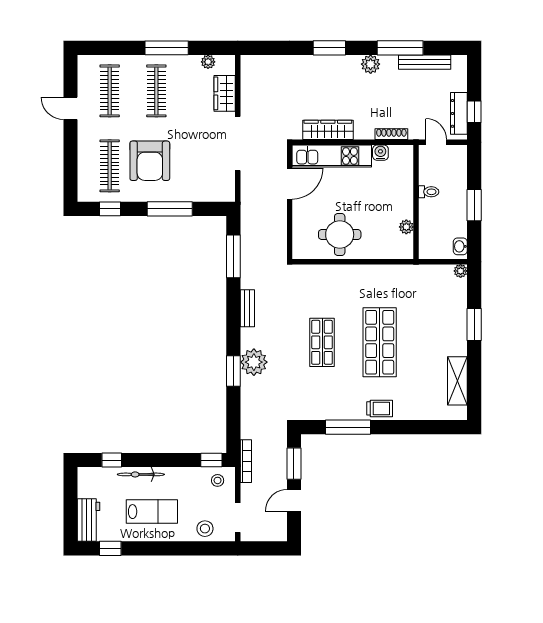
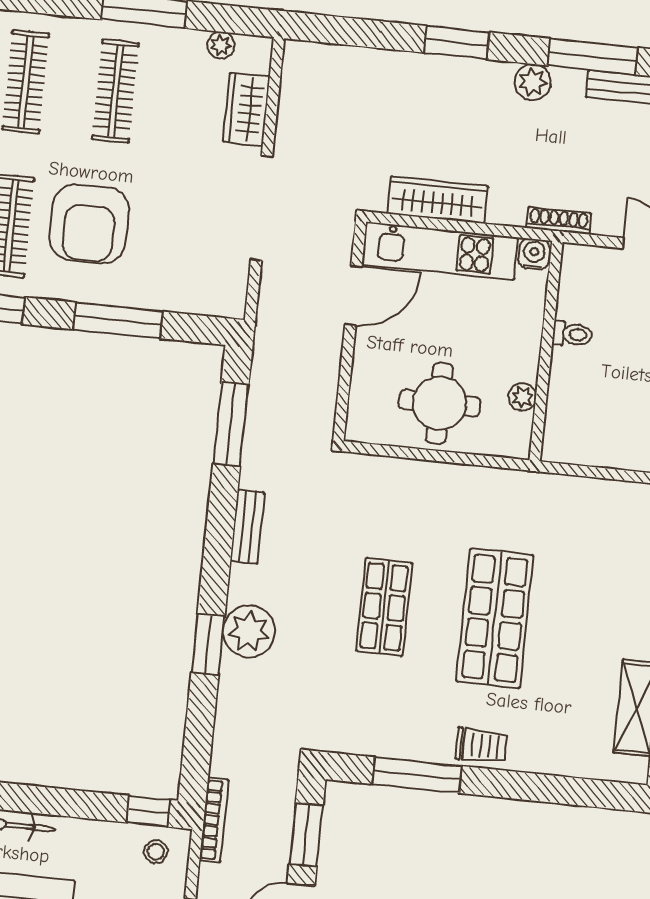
toilet: (429, 192) -> (572, 334), moved
wall: (416, 202) -> (546, 351), moved
plant: (406, 227) -> (522, 397), moved

